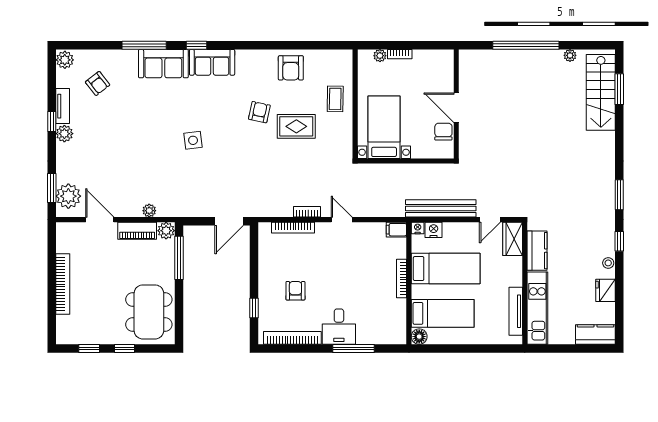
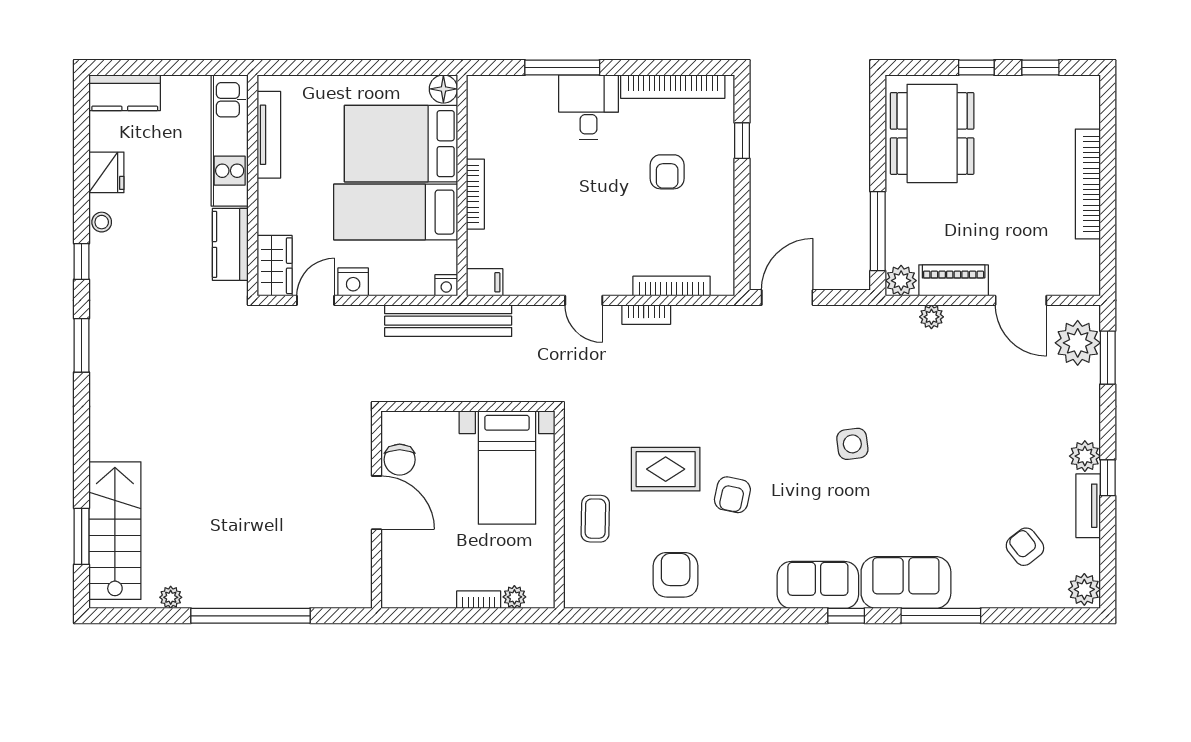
bench: (441, 208) -> (448, 321), moved
nightstand: (434, 230) -> (353, 282), moved
bed: (443, 313) -> (401, 144), width x1.50

